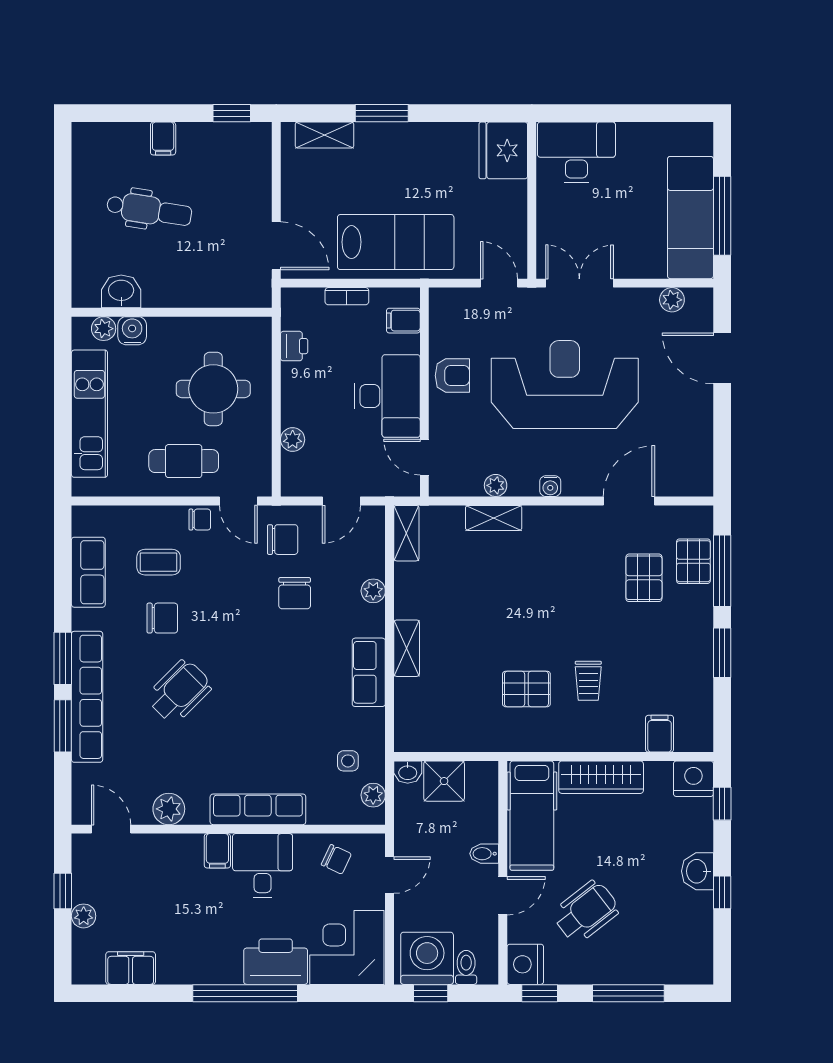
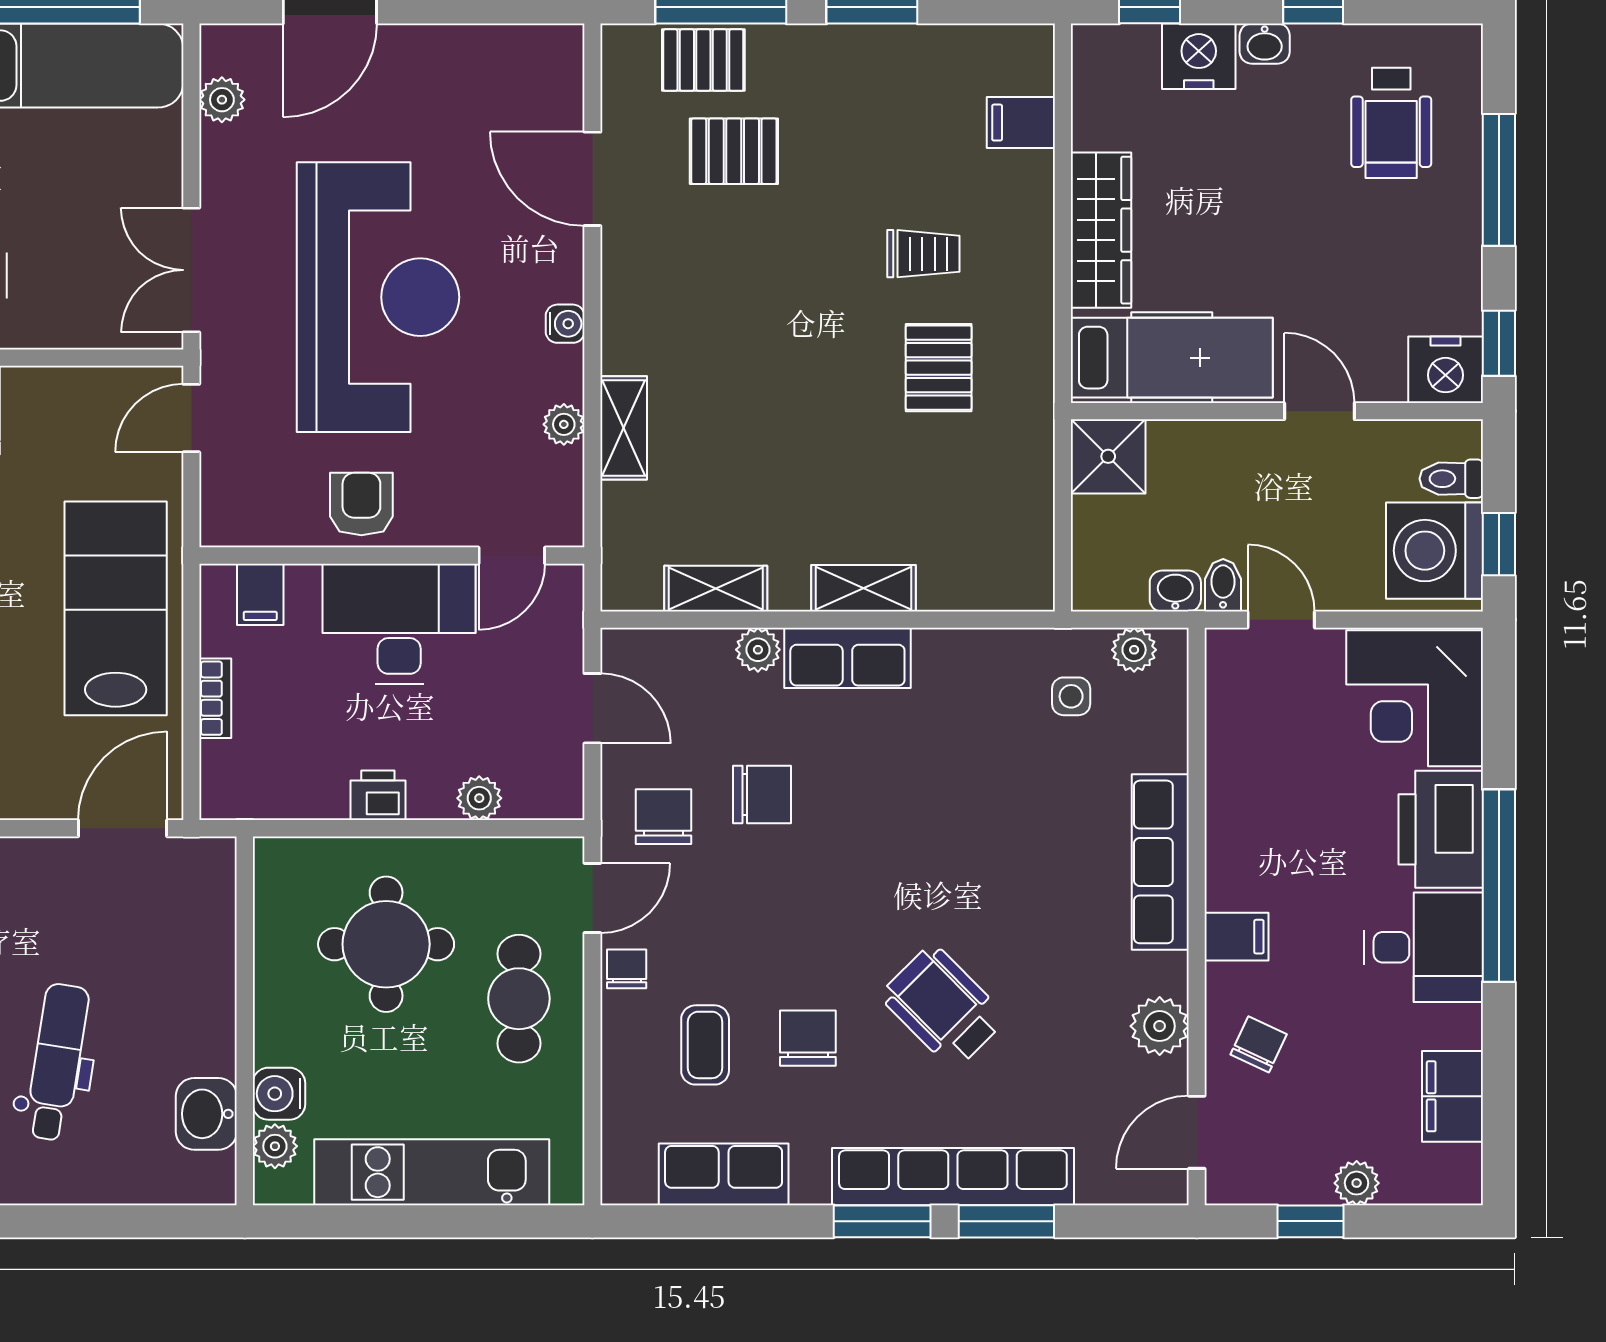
printer: (294, 346) -> (378, 795), moved
reception desk: (565, 385) -> (378, 297), turned 180
shelving: (406, 533) -> (716, 589), moved
row of seats: (369, 672) -> (847, 658), moved
washbasin: (408, 772) -> (1175, 591), moved, turned -90
nightstand: (693, 779) -> (1199, 56), moved, turned 90
shower: (444, 781) -> (1108, 456), moved
bidet: (484, 854) -> (1223, 585), moved, turned 180
chair: (336, 859) -> (1259, 1044), moved
desk: (263, 866) -> (1423, 947), moved, turned 180
washbasin: (698, 871) -> (1265, 44), width x0.72, depth x0.69
wheelchair: (586, 912) -> (1391, 123), moved, turned -142

